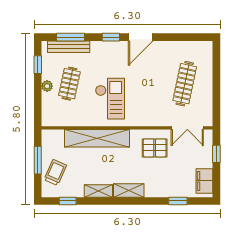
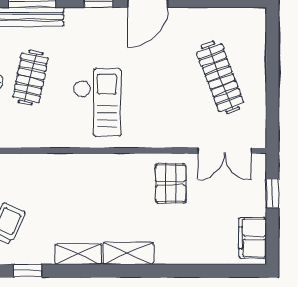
clothes rail: (185, 84) -> (220, 78), turned -33
shelving: (97, 138) -> (76, 167), removed
pallet: (155, 148) -> (171, 183), turned 90
window: (178, 201) -> (209, 271), removed

